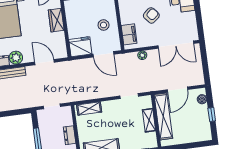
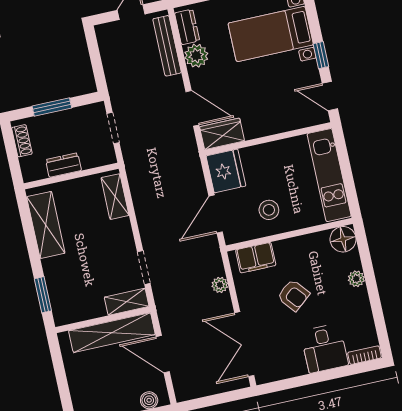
wardrobe: (56, 20) -> (222, 134), moved
door: (45, 62) -> (192, 108), hinge flipped
shelving: (149, 120) -> (127, 302), moved

